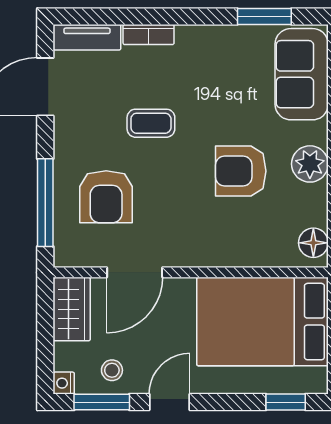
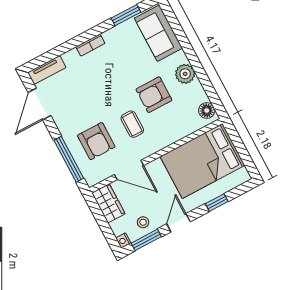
bookcase: (149, 35) -> (90, 45), moved
coffee table: (151, 123) -> (132, 124), moved, turned 90
door: (135, 272) -> (129, 170), hinge flipped
window: (286, 402) -> (217, 203), moved

